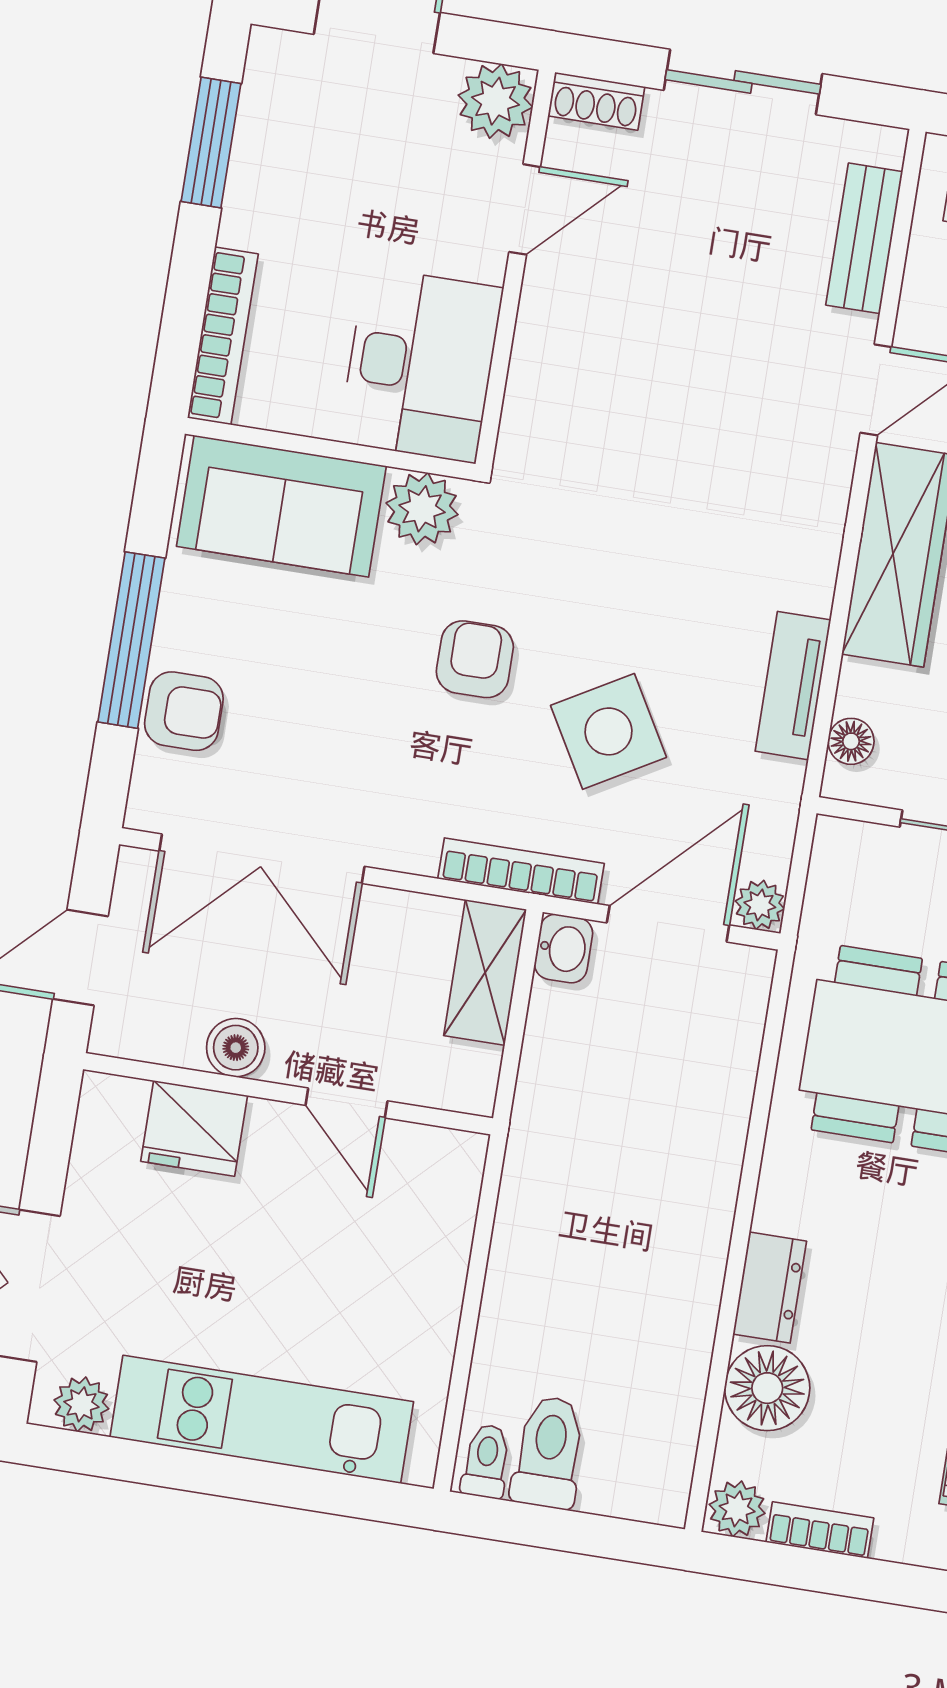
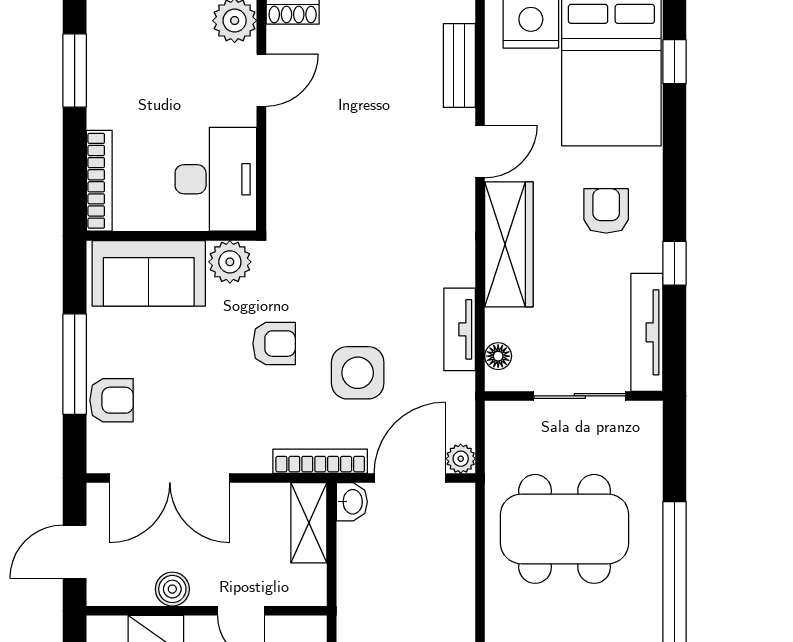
armchair: (475, 659) -> (274, 344), turned 90
side table: (609, 731) -> (358, 373), turned 30

